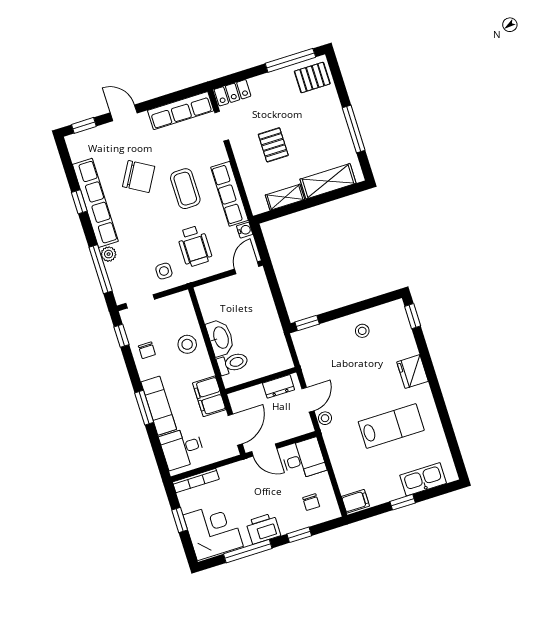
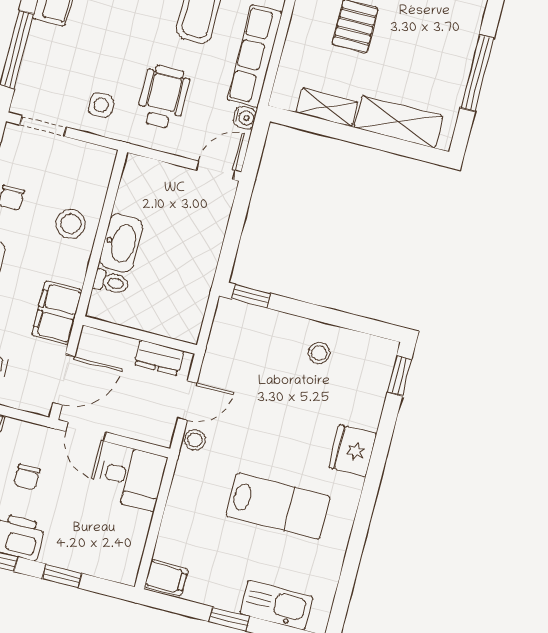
wheelchair: (194, 246) -> (163, 97), turned 180
plant: (109, 254) -> (40, 35), removed
toilet: (233, 363) -> (111, 282), width x0.73, depth x0.72
chair: (311, 502) -> (27, 477), moved

